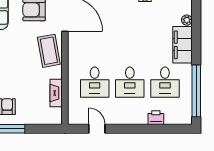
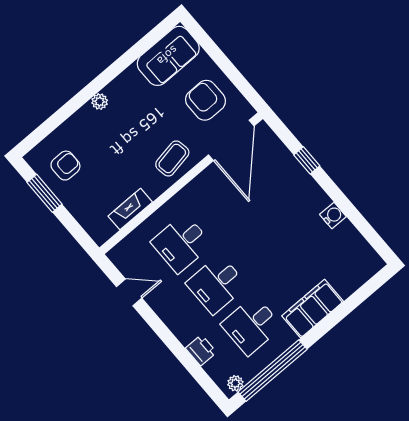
plant: (187, 20) -> (235, 383), moved
coffee table: (49, 51) -> (172, 158), width x0.73, depth x0.77
door: (97, 129) -> (129, 292), hinge flipped

